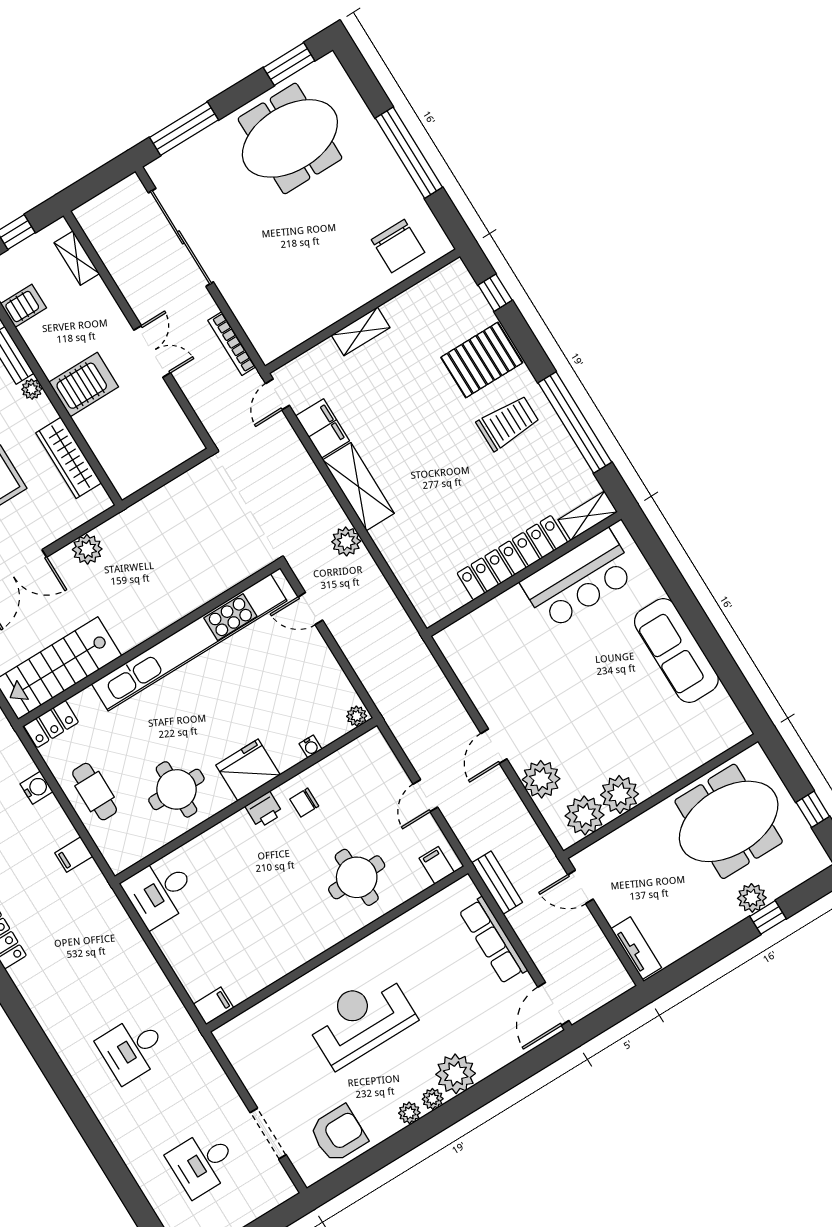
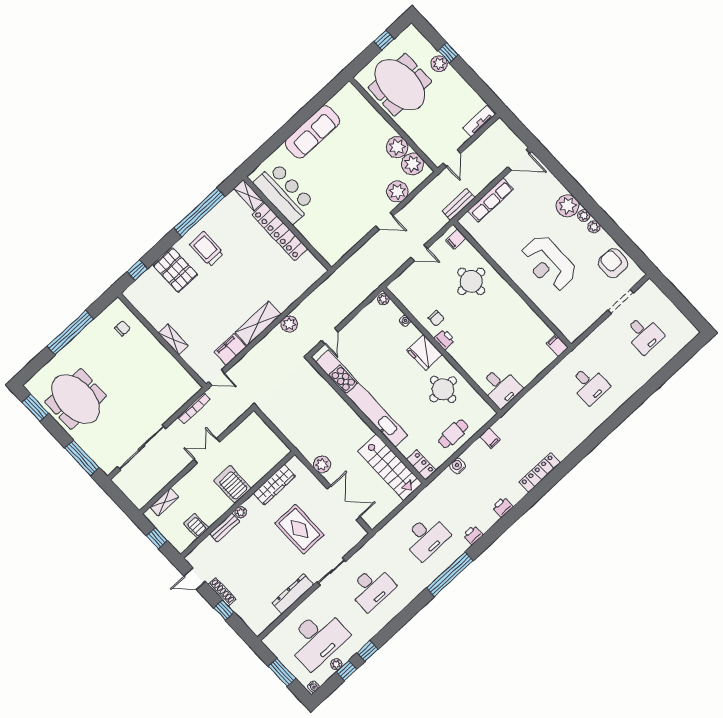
chair: (398, 246) -> (122, 328), width x0.54, depth x0.54

